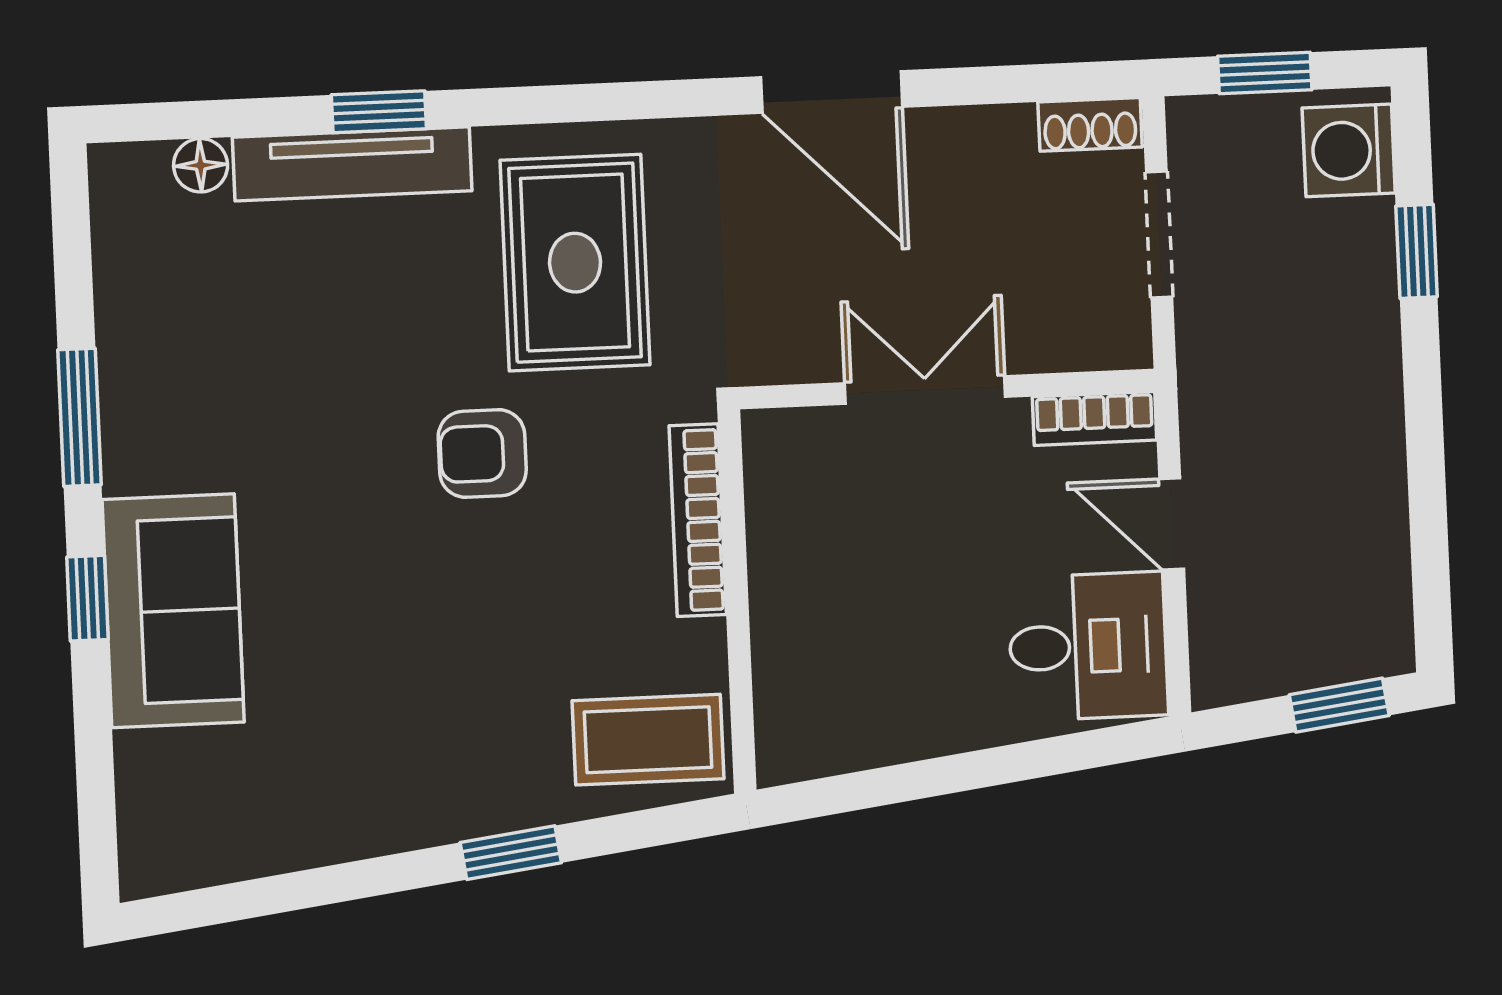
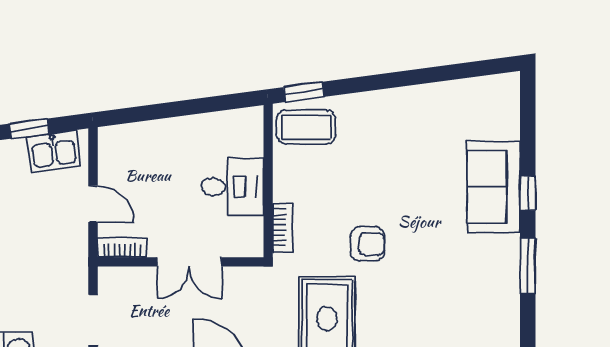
bookcase: (698, 520) -> (282, 227), width x0.64
desk: (1088, 646) -> (232, 187), moved, turned 180
kitchen sink: (1275, 651) -> (54, 151), added
window: (511, 853) -> (304, 92), moved

